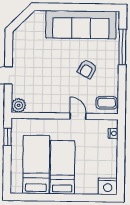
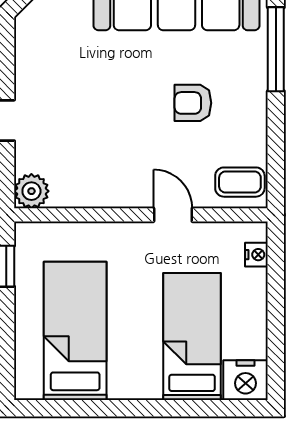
armchair: (87, 69) -> (193, 103), turned 61
bed: (62, 167) -> (192, 336), moved

